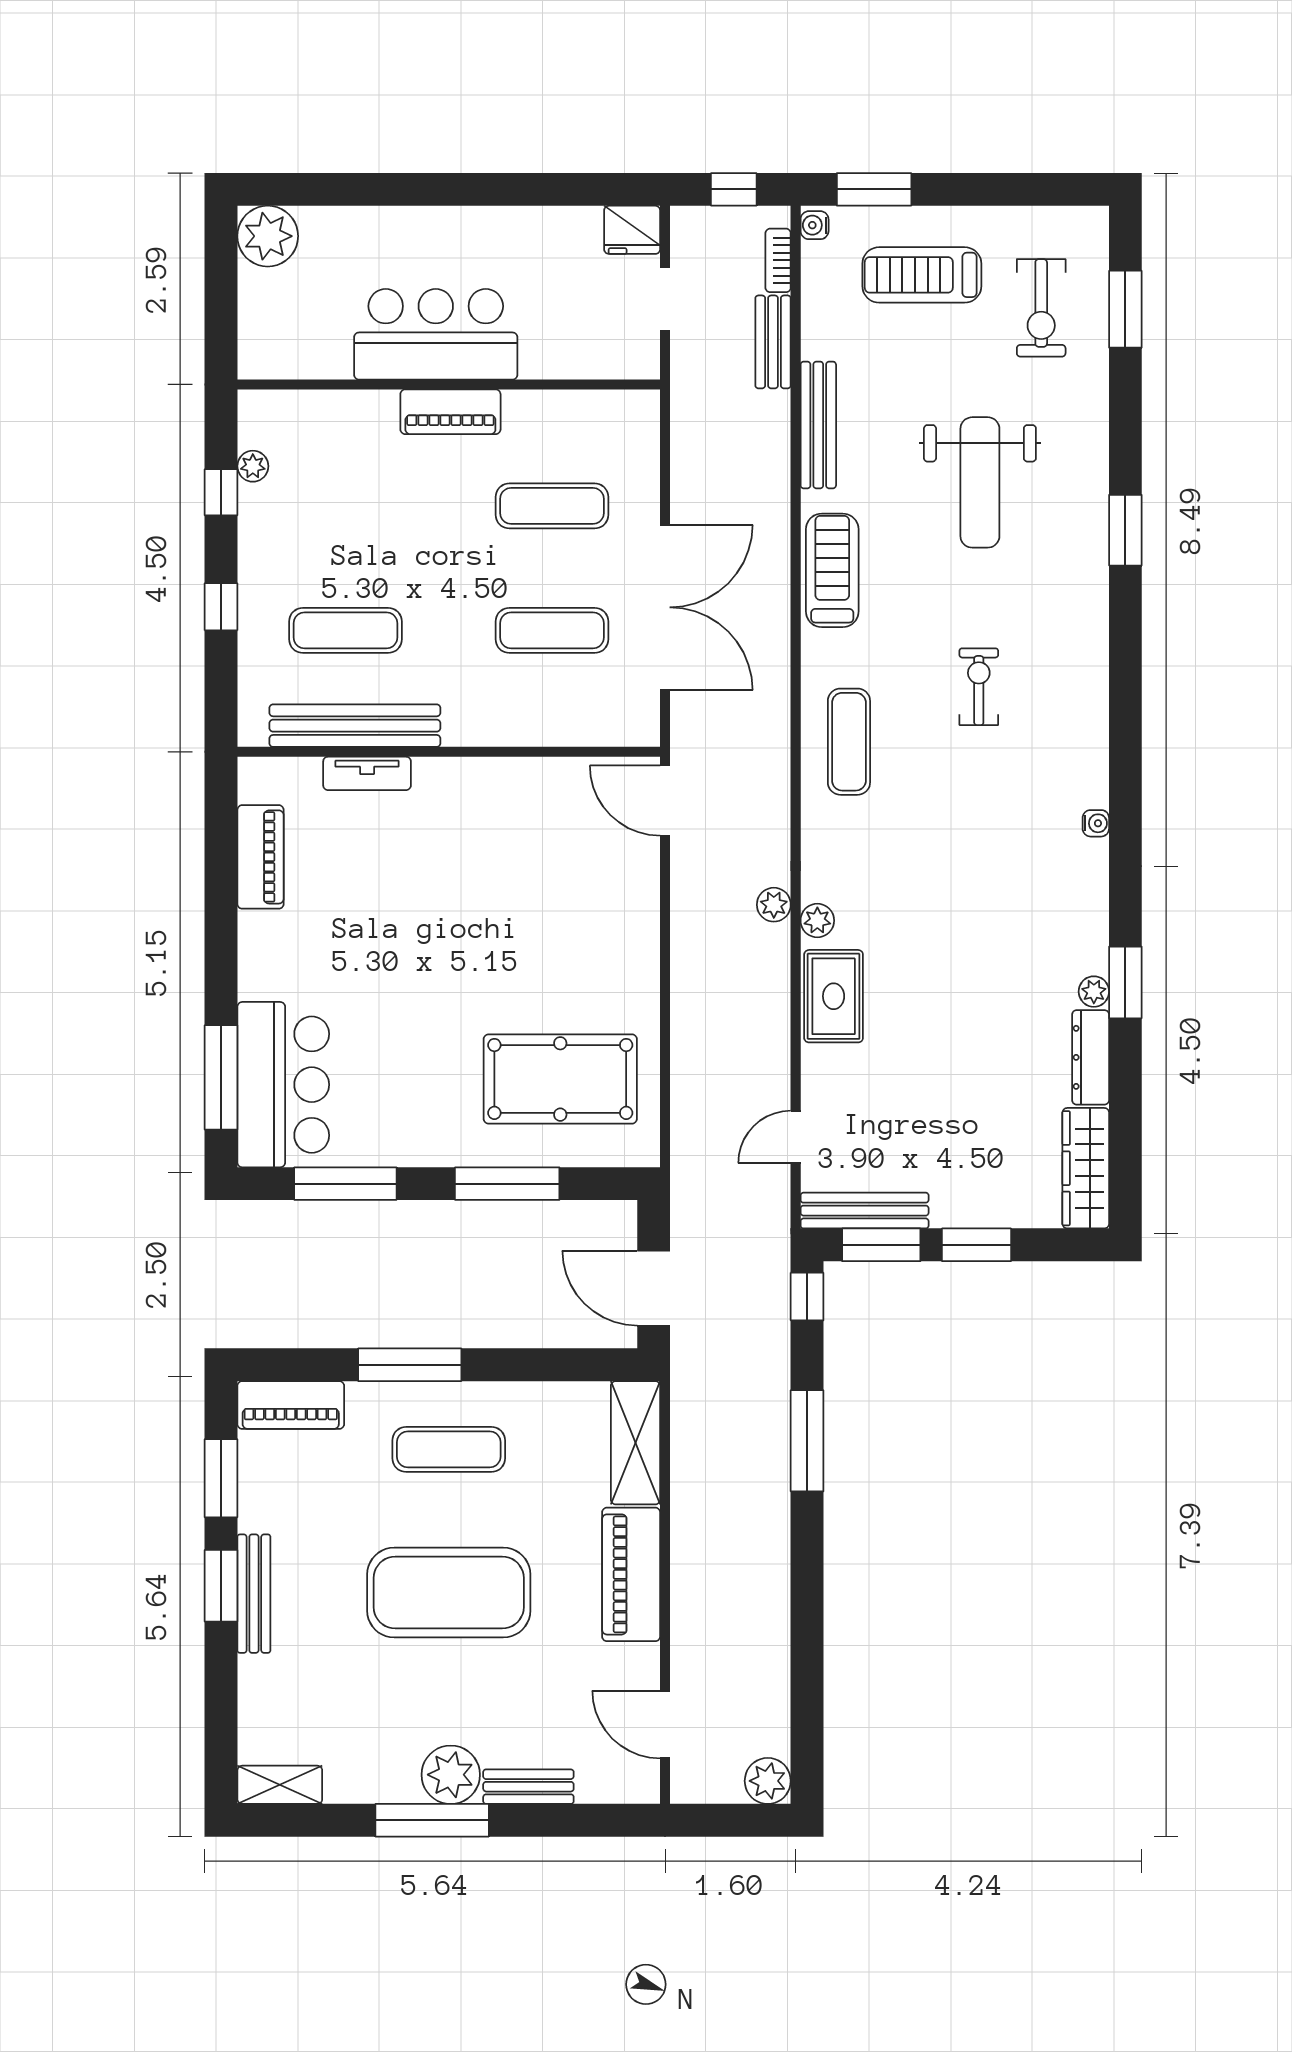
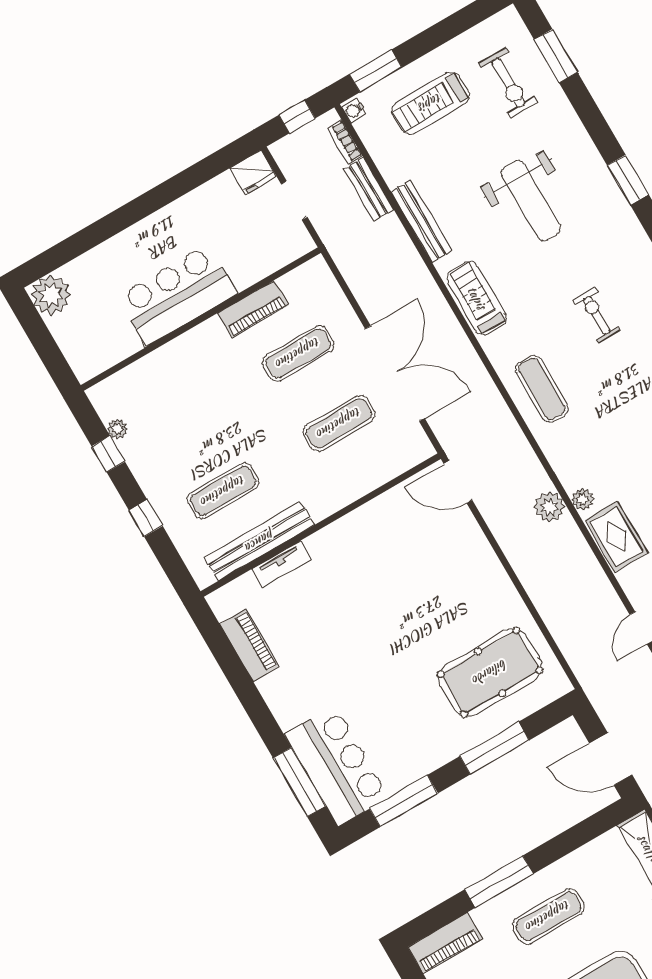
piano: (450, 412) -> (253, 309), moved
plant: (774, 905) -> (549, 507), width x1.38, depth x1.38

